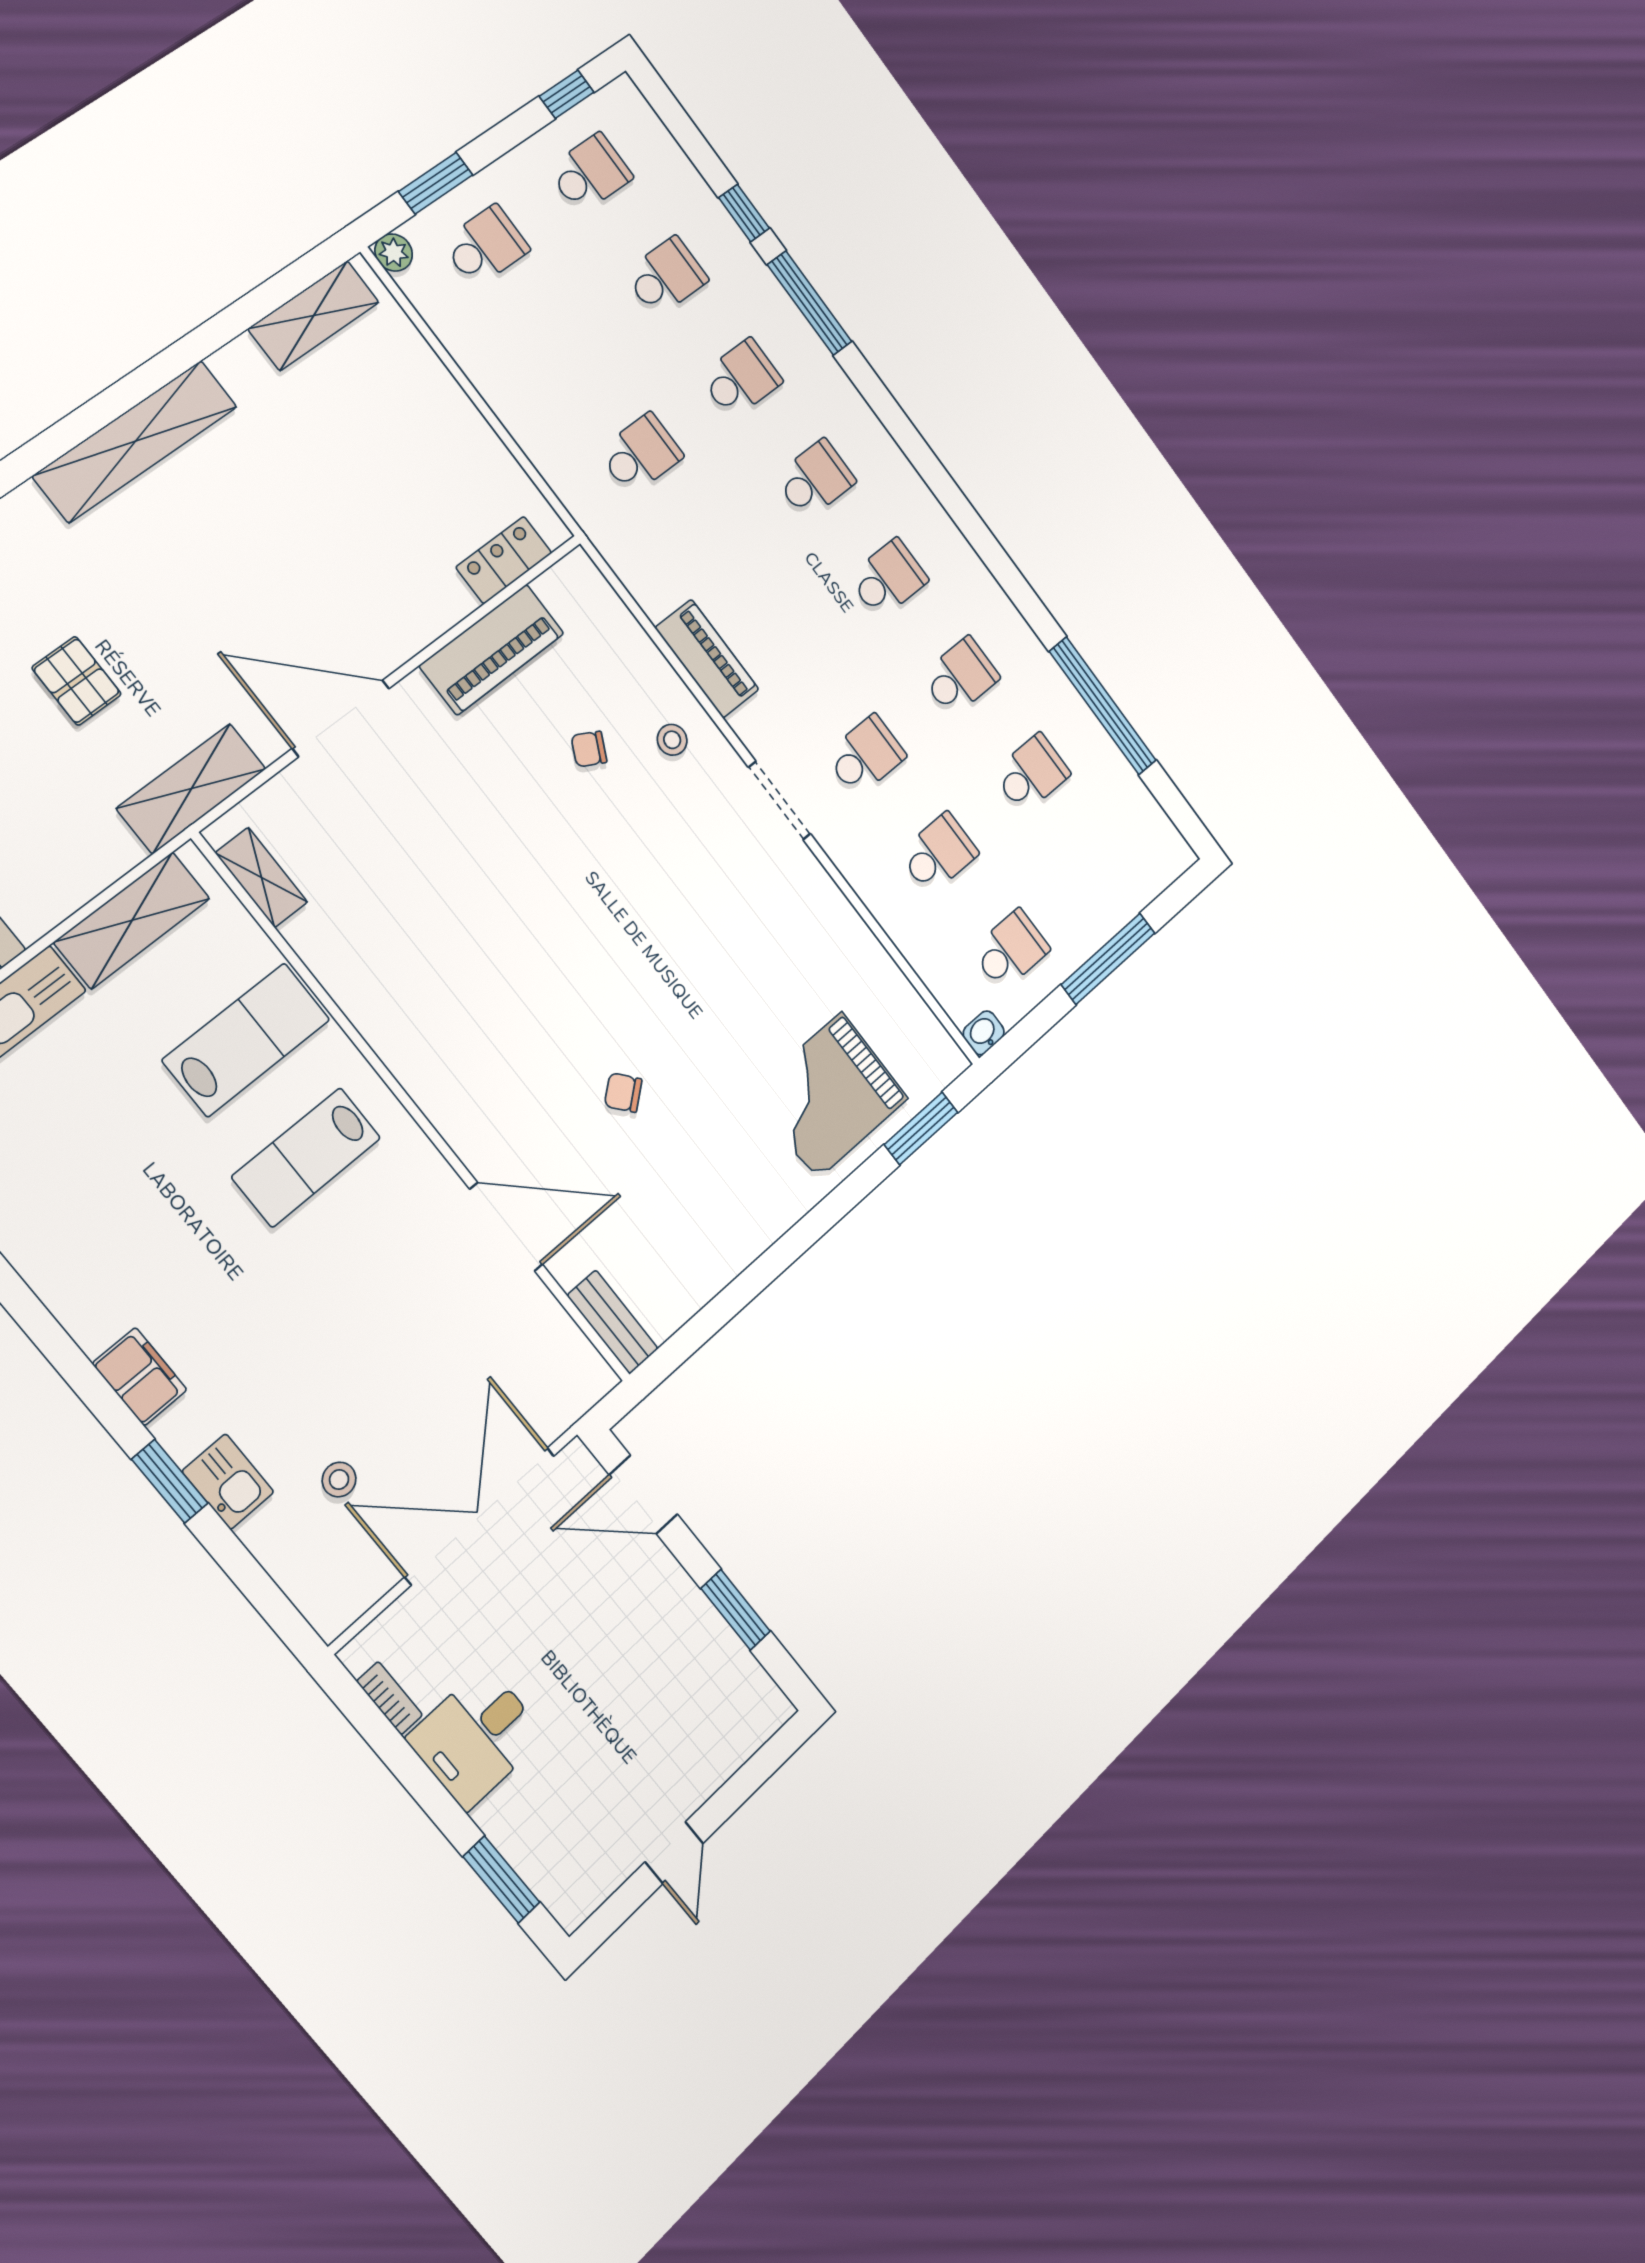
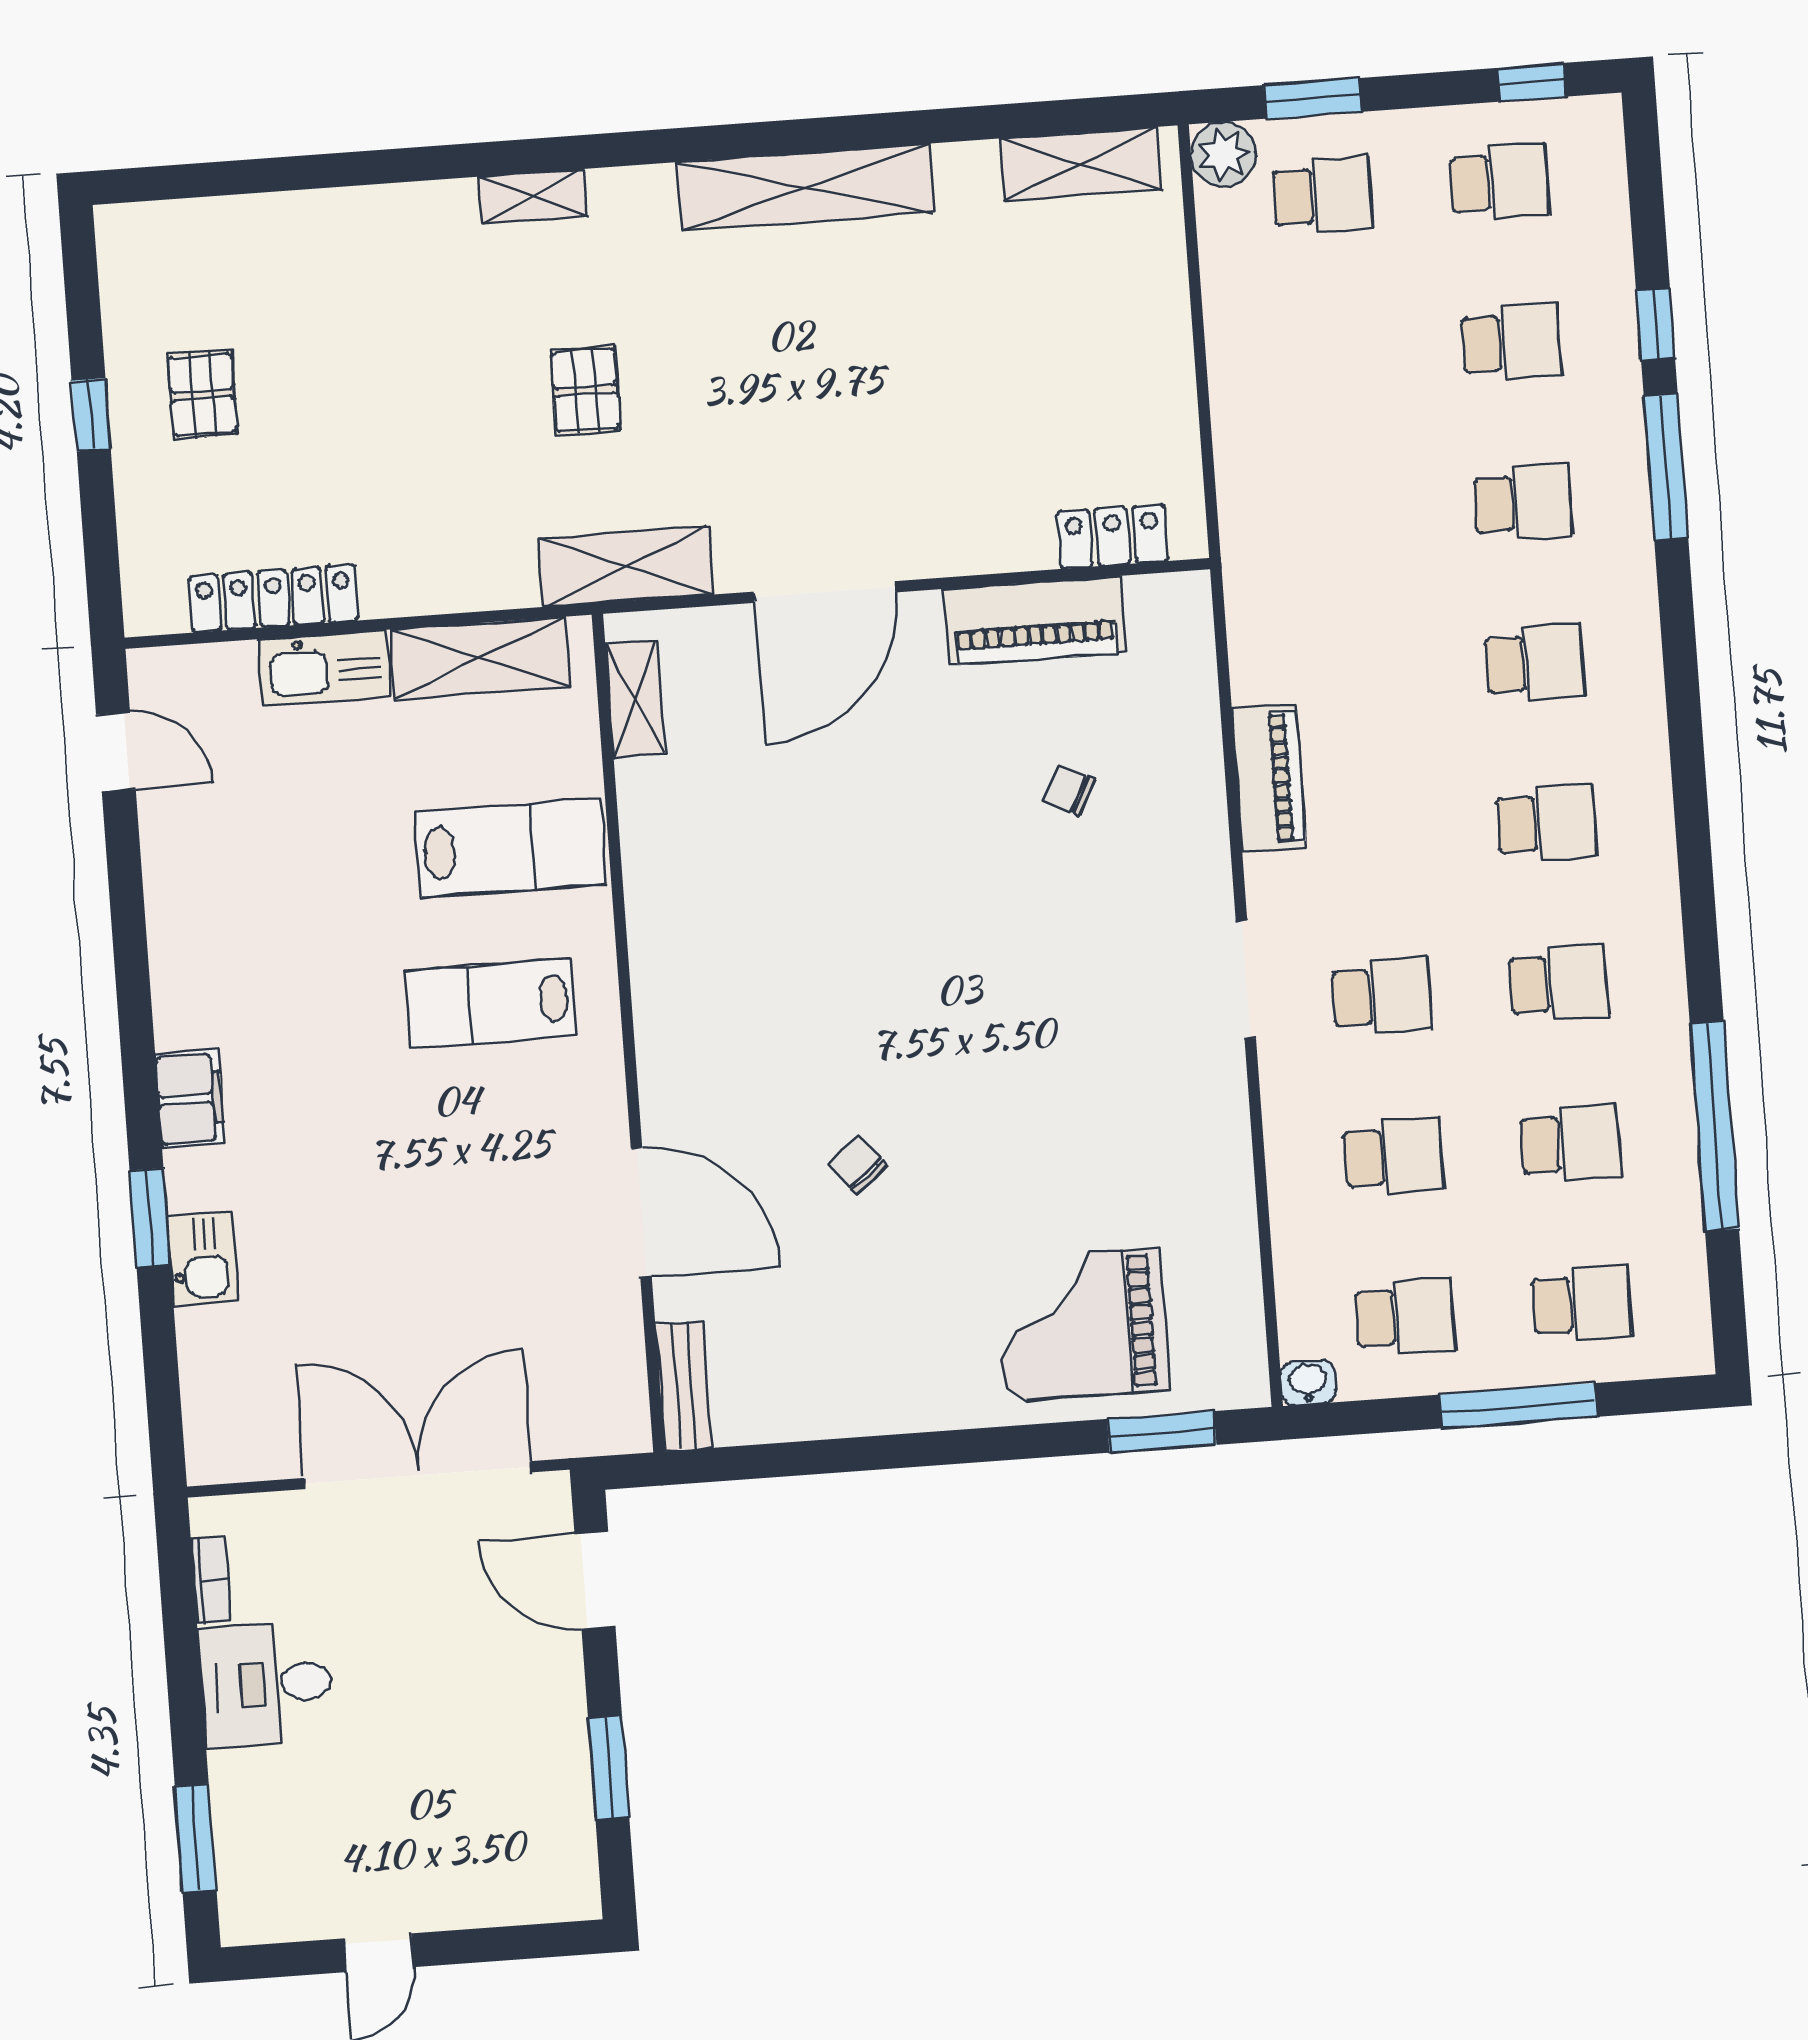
plant: (394, 253) -> (1223, 154), width x1.38, depth x1.38
school desk: (641, 454) -> (1582, 1303), moved
door: (341, 718) -> (825, 592), swing flipped
stool: (672, 740) -> (1169, 838), removed
stool: (339, 1480) -> (307, 1336), removed

